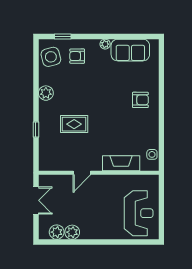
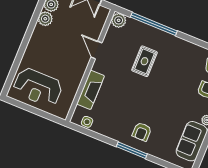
plant: (46, 93) -> (119, 20), moved
window: (161, 102) -> (132, 150), added
window: (36, 130) -> (154, 24), width x3.17

